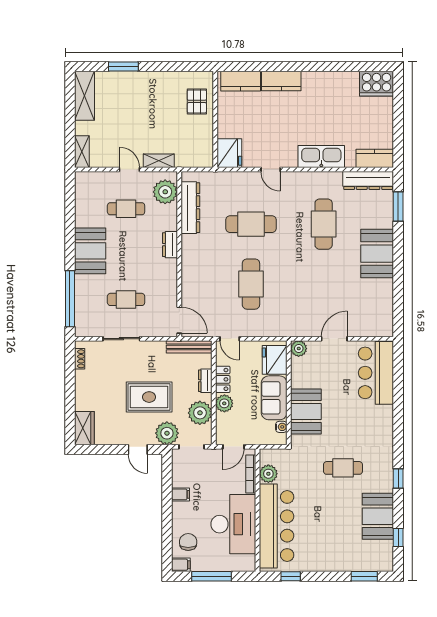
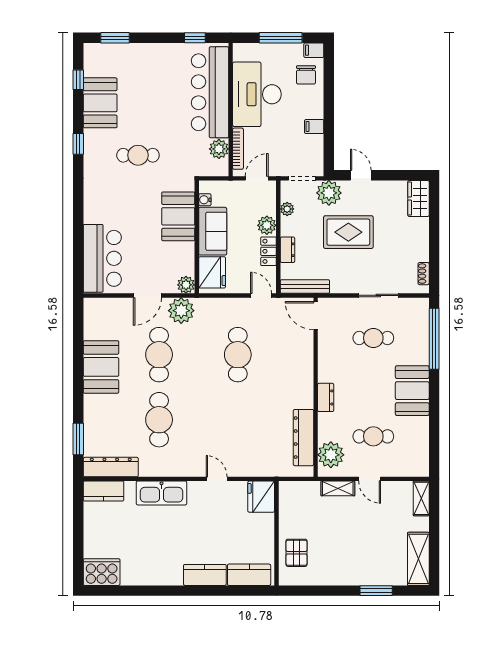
cafe table: (251, 224) -> (159, 355), moved, turned 90
booth: (377, 254) -> (101, 367), moved
plant: (303, 325) -> (181, 311), added
plant: (200, 413) -> (287, 209), width x0.53, depth x0.53

